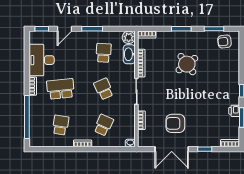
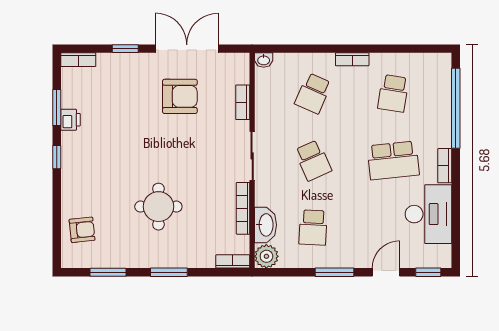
armchair: (224, 42) -> (82, 230), moved
round table: (187, 64) -> (158, 207), turned 37

